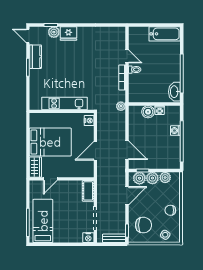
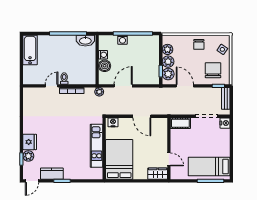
bed: (50, 142) -> (119, 159), moved
door: (127, 150) -> (123, 86), moved

